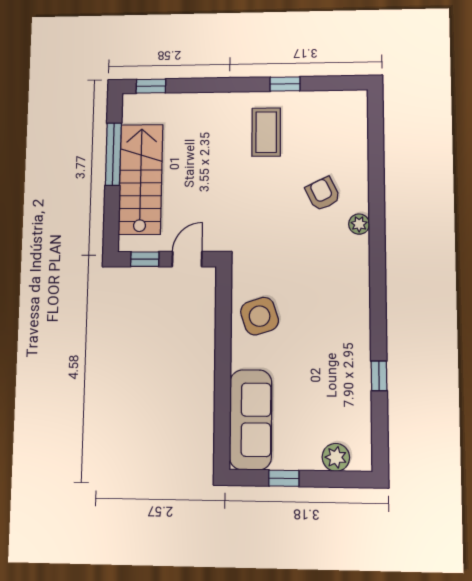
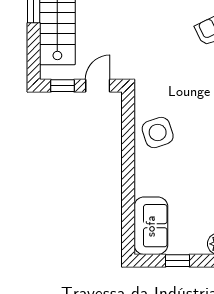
sofa: (251, 420) -> (151, 226), width x0.73

